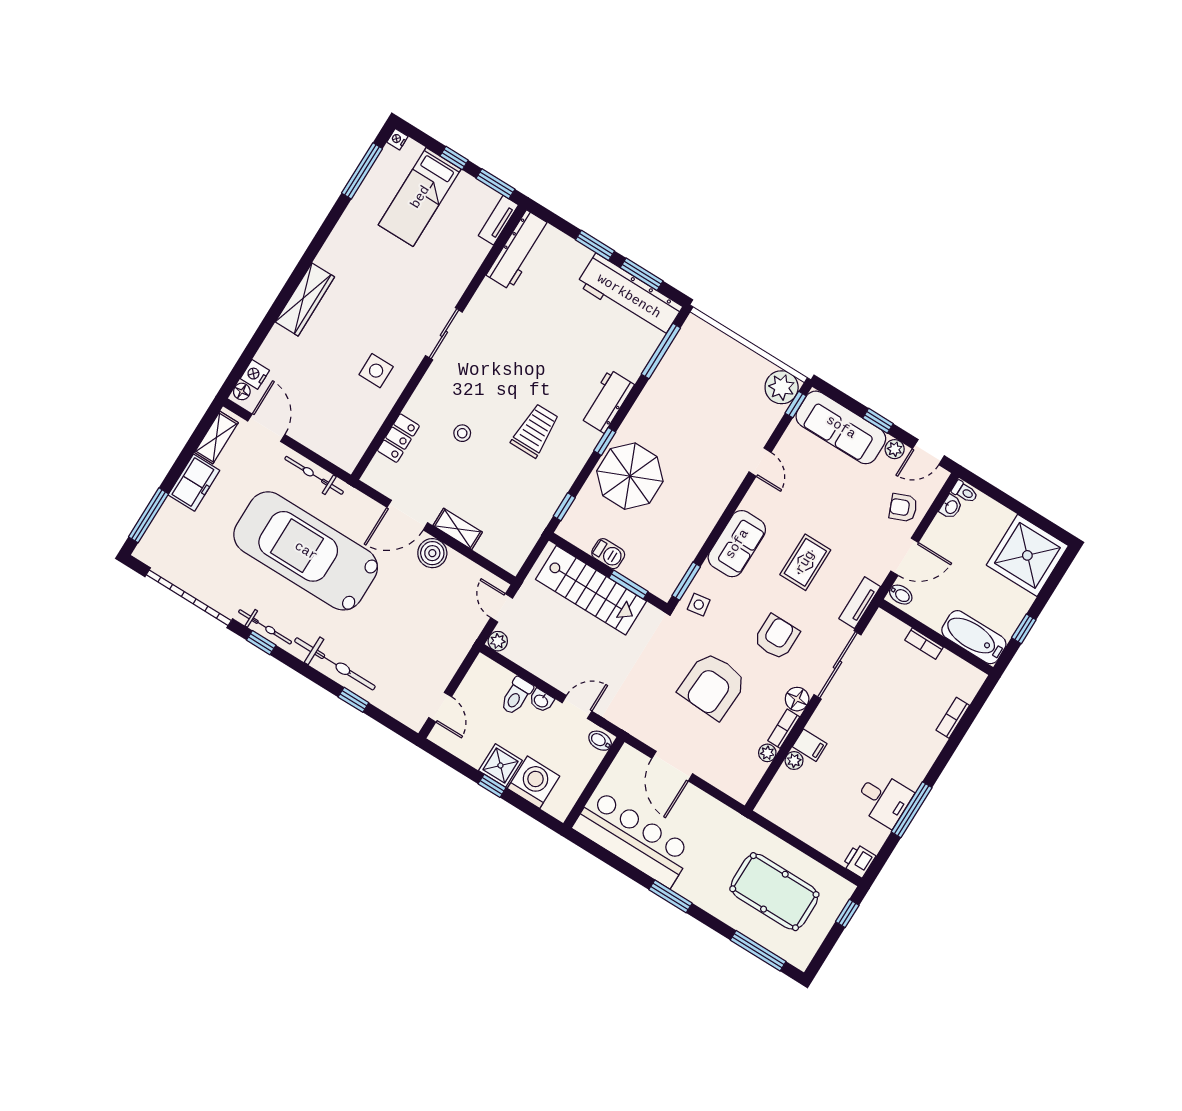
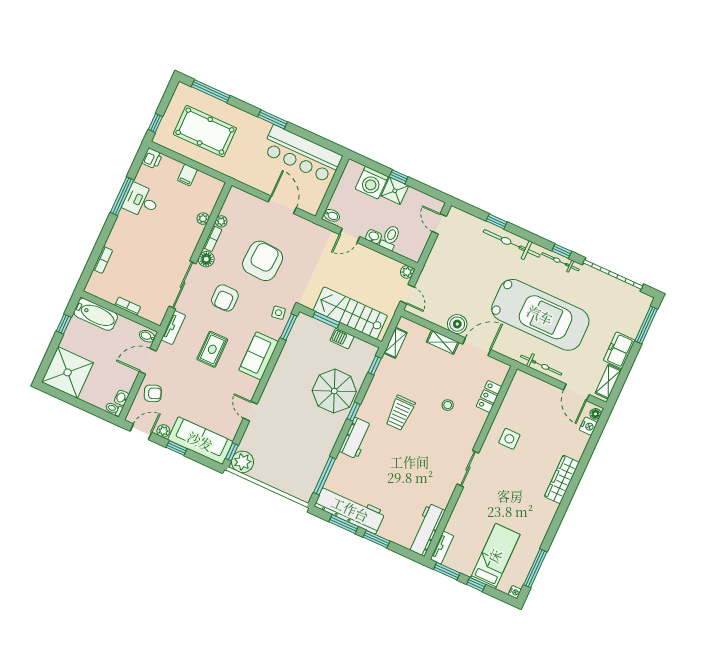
shelving: (529, 537) -> (395, 343), added
filing cabinet: (810, 745) -> (187, 175), moved, turned -90

